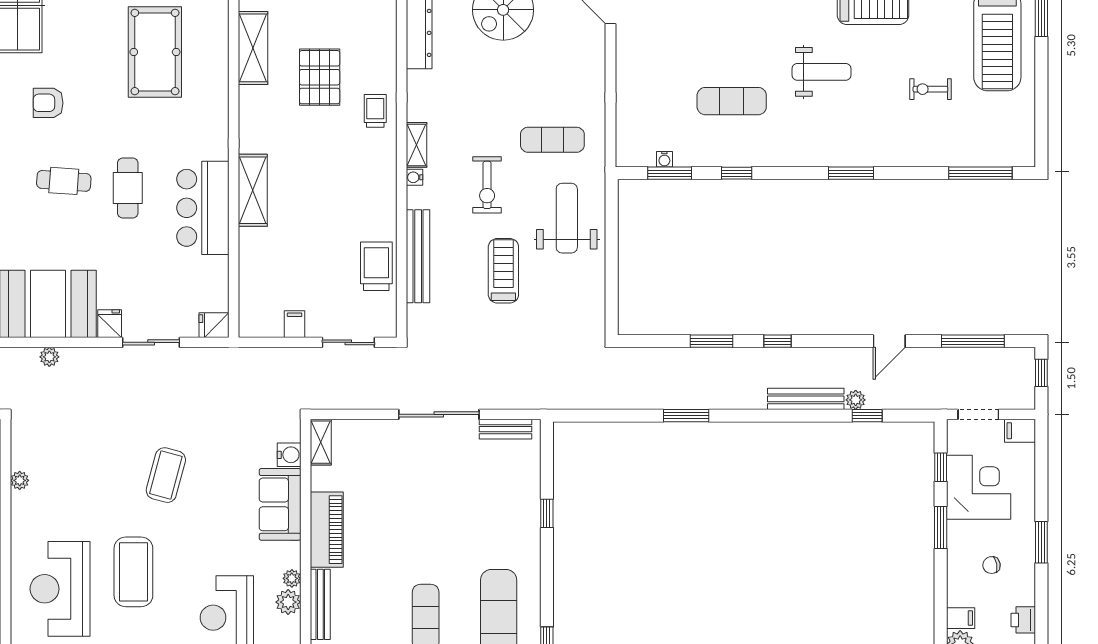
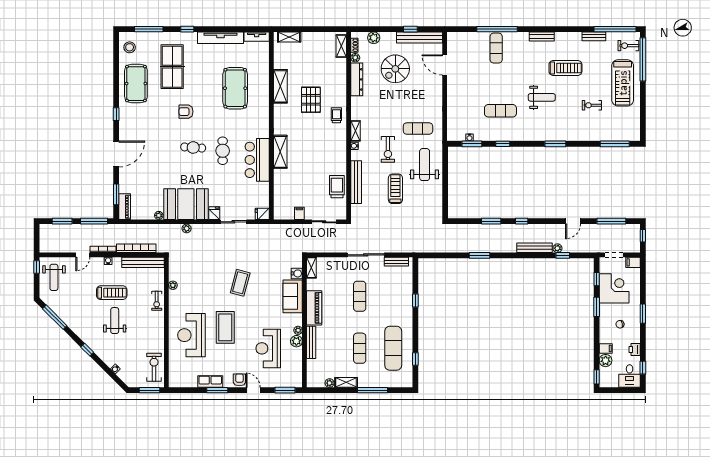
exercise mat: (426, 504) -> (360, 296), added

